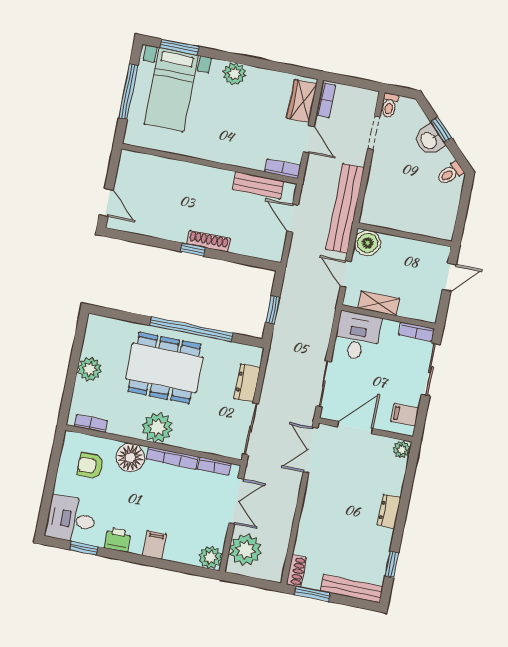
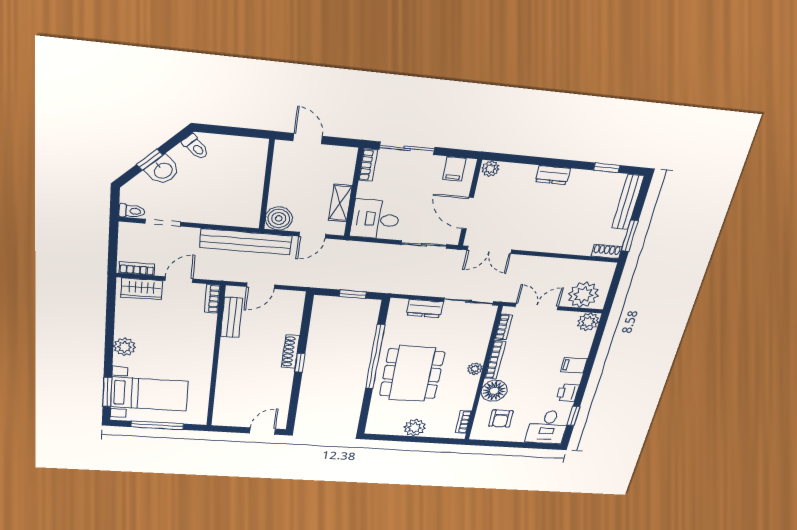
plant: (157, 428) -> (475, 369), width x0.53, depth x0.53

